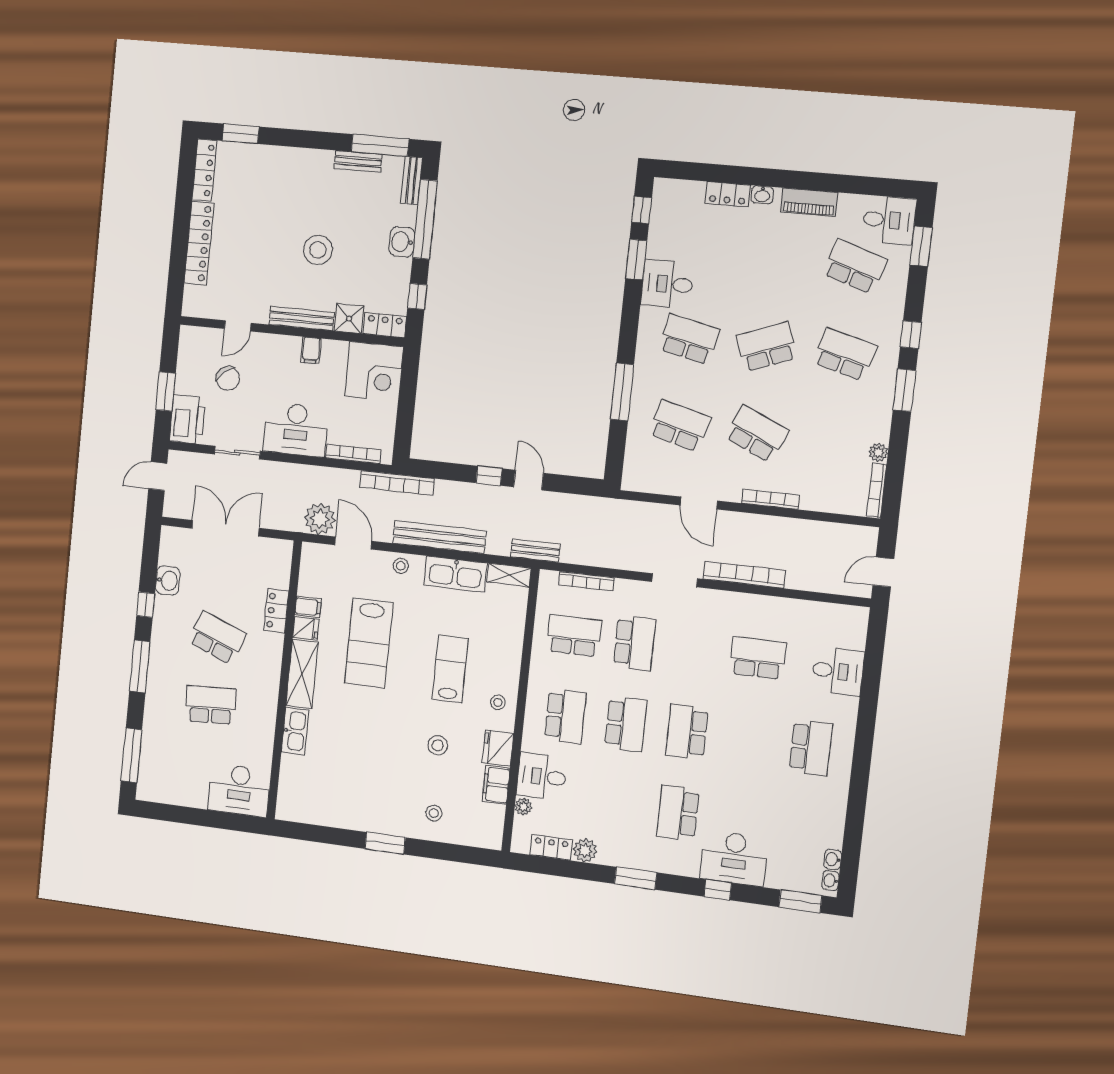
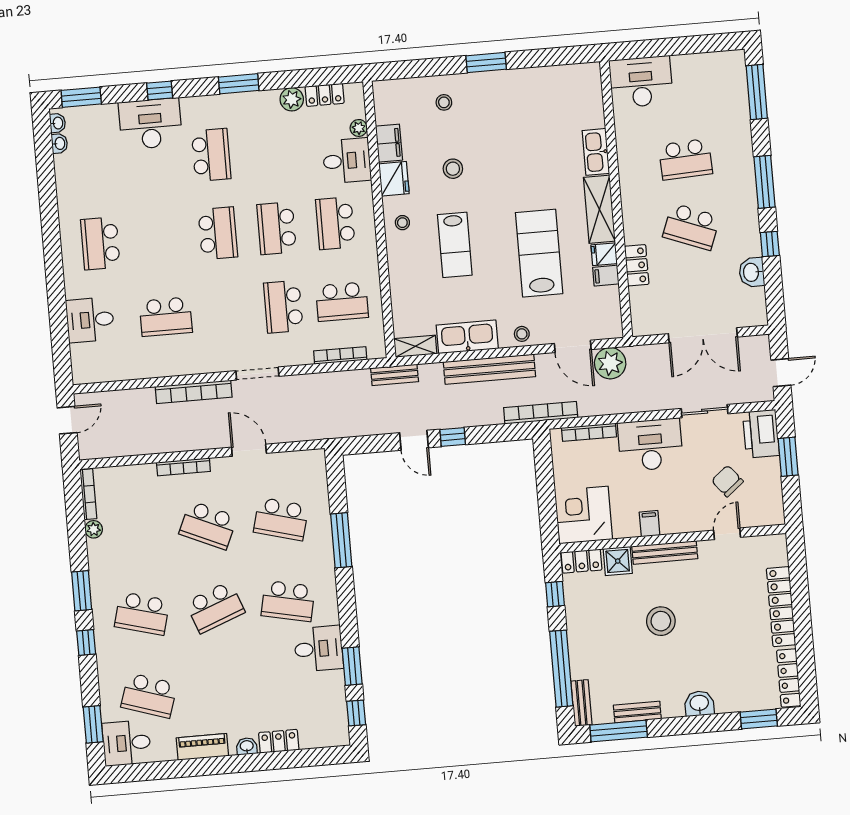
washbasin: (402, 242) -> (699, 704), moved, turned -90

